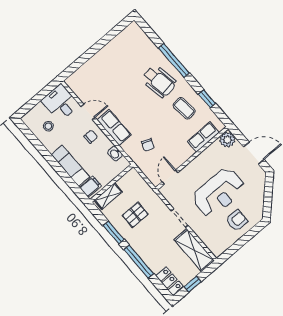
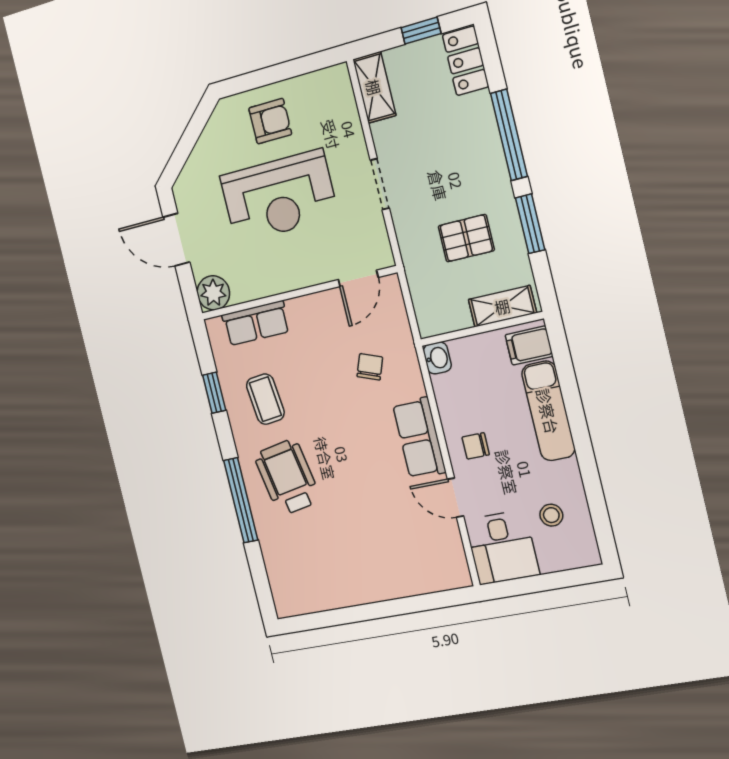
washbasin: (115, 154) -> (437, 358), moved
reception desk: (219, 193) -> (279, 196), turned 180
armchair: (237, 220) -> (270, 121), turned 180
shelving: (194, 250) -> (374, 87), width x0.67, depth x0.75

